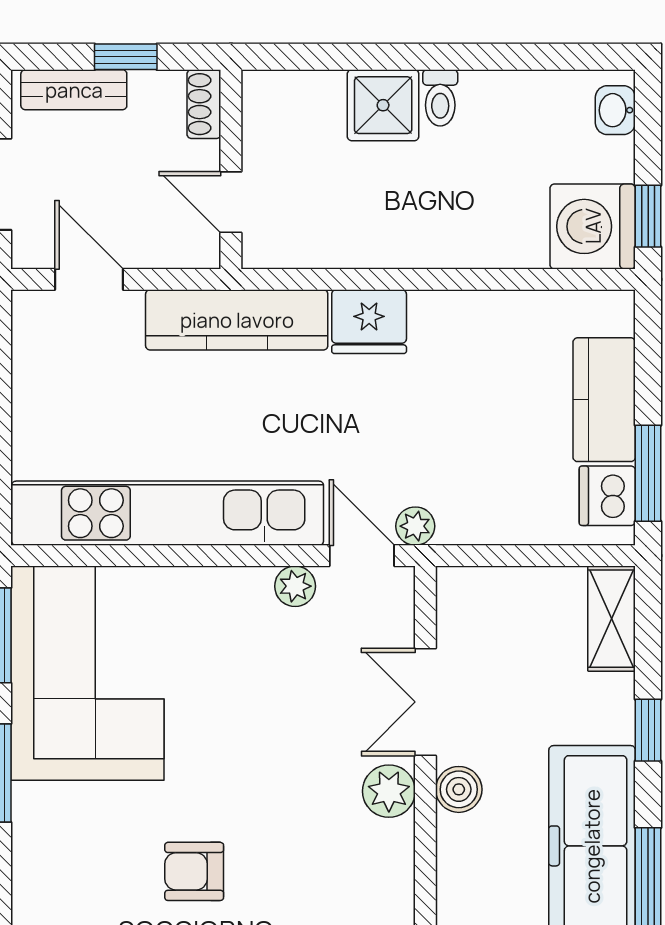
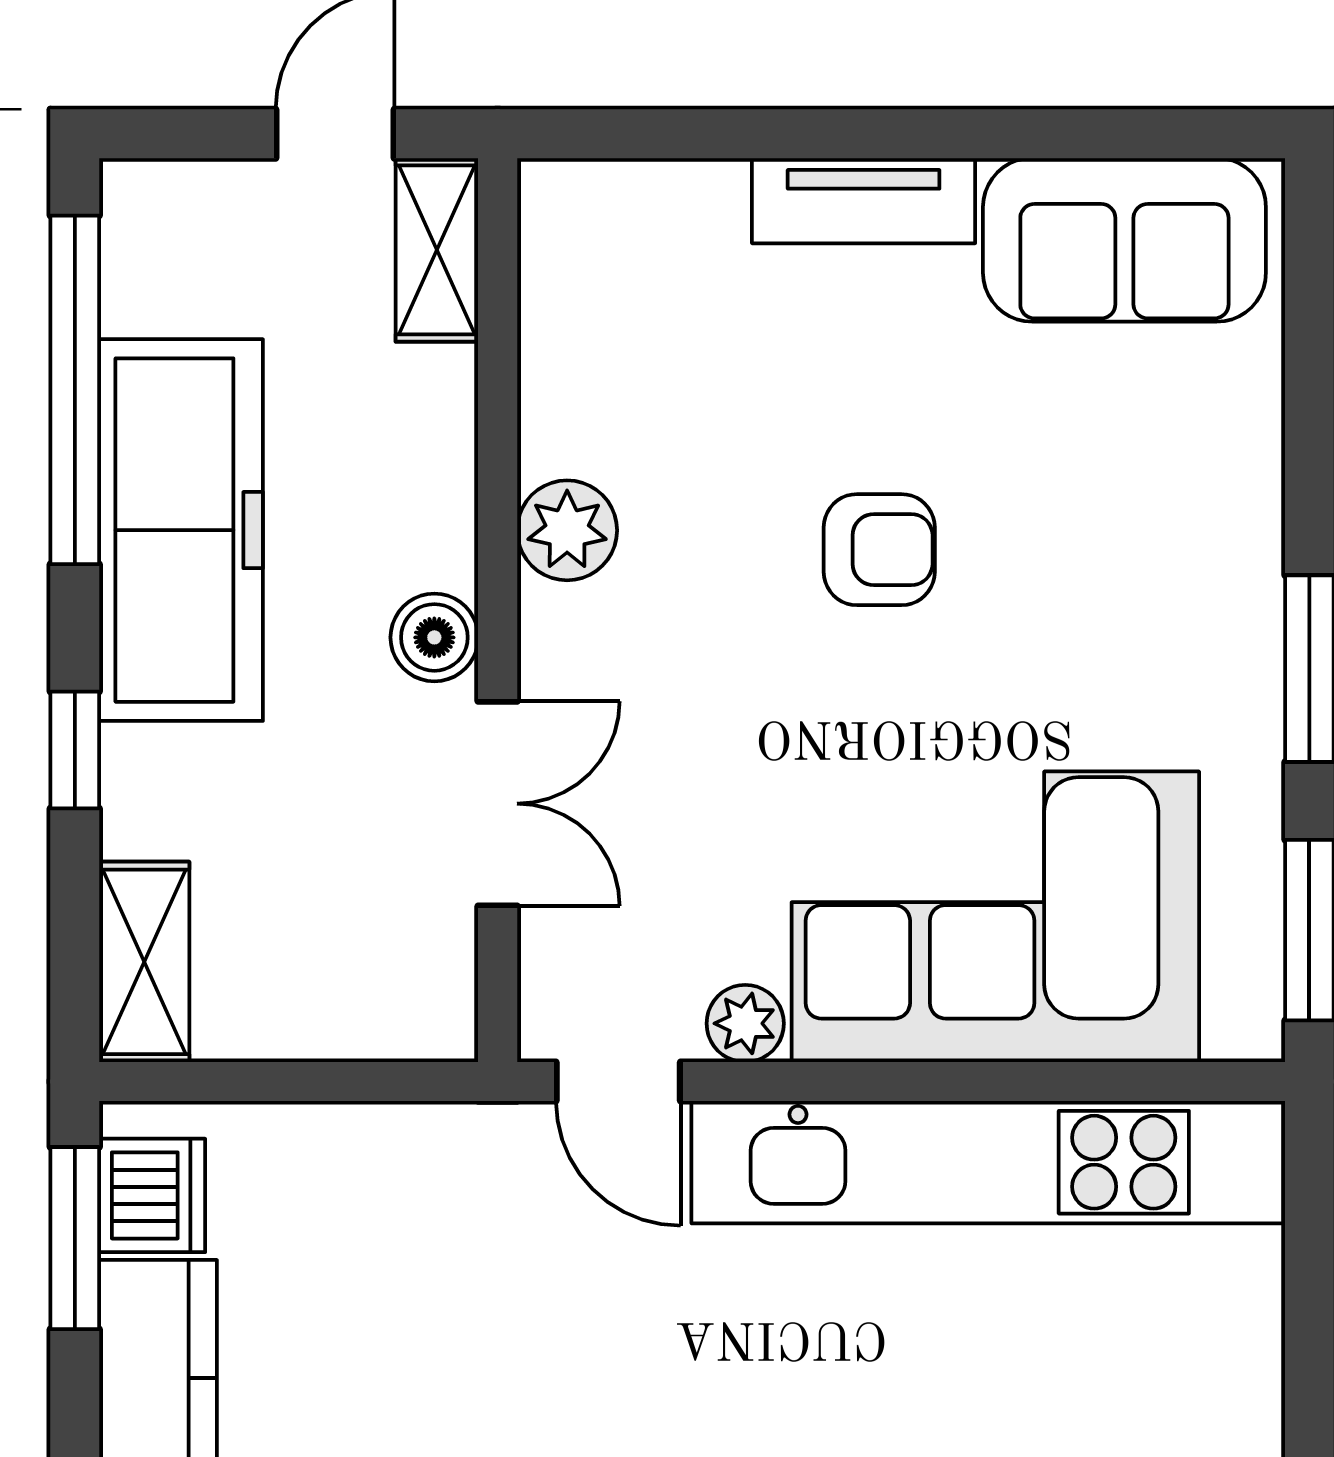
plant: (415, 526) -> (517, 1138), removed
corner sofa: (87, 673) -> (995, 917), moved, turned 90
plant: (389, 791) -> (567, 530), moved
armchair: (194, 871) -> (879, 550), moved

